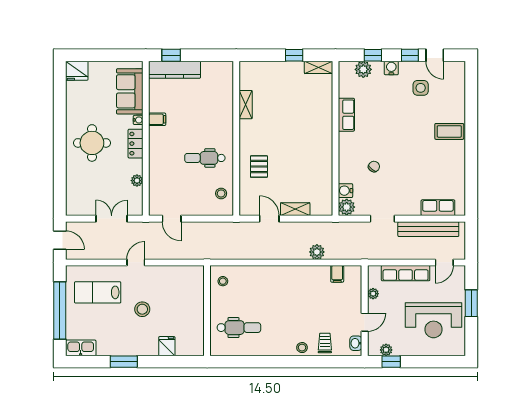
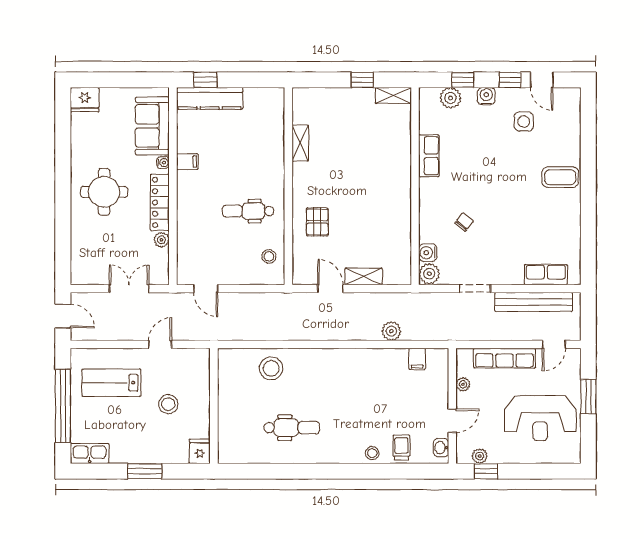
locker: (136, 144) -> (160, 202), width x1.53
stool: (223, 281) -> (271, 368), width x1.89, depth x1.89
wall: (207, 311) -> (214, 406), moved

